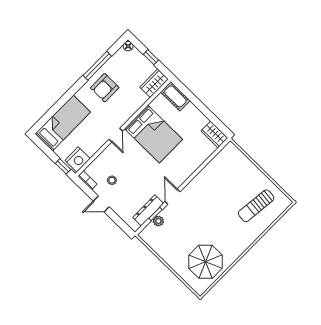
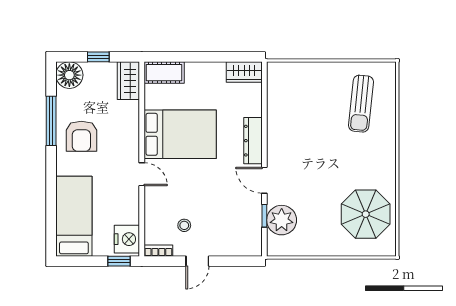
floor lamp: (128, 46) -> (69, 75), width x1.89, depth x1.89
dresser: (148, 210) -> (253, 141), moved
plant: (158, 221) -> (282, 220), width x1.87, depth x1.87

